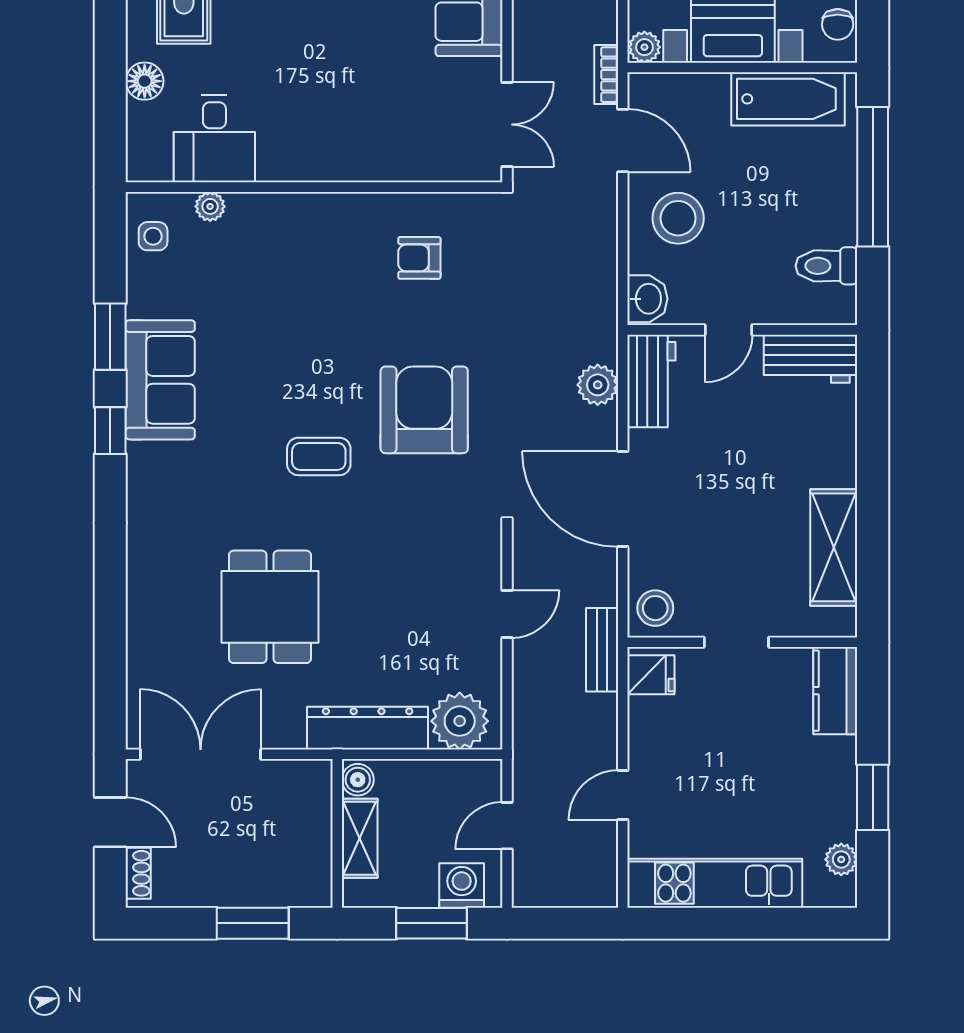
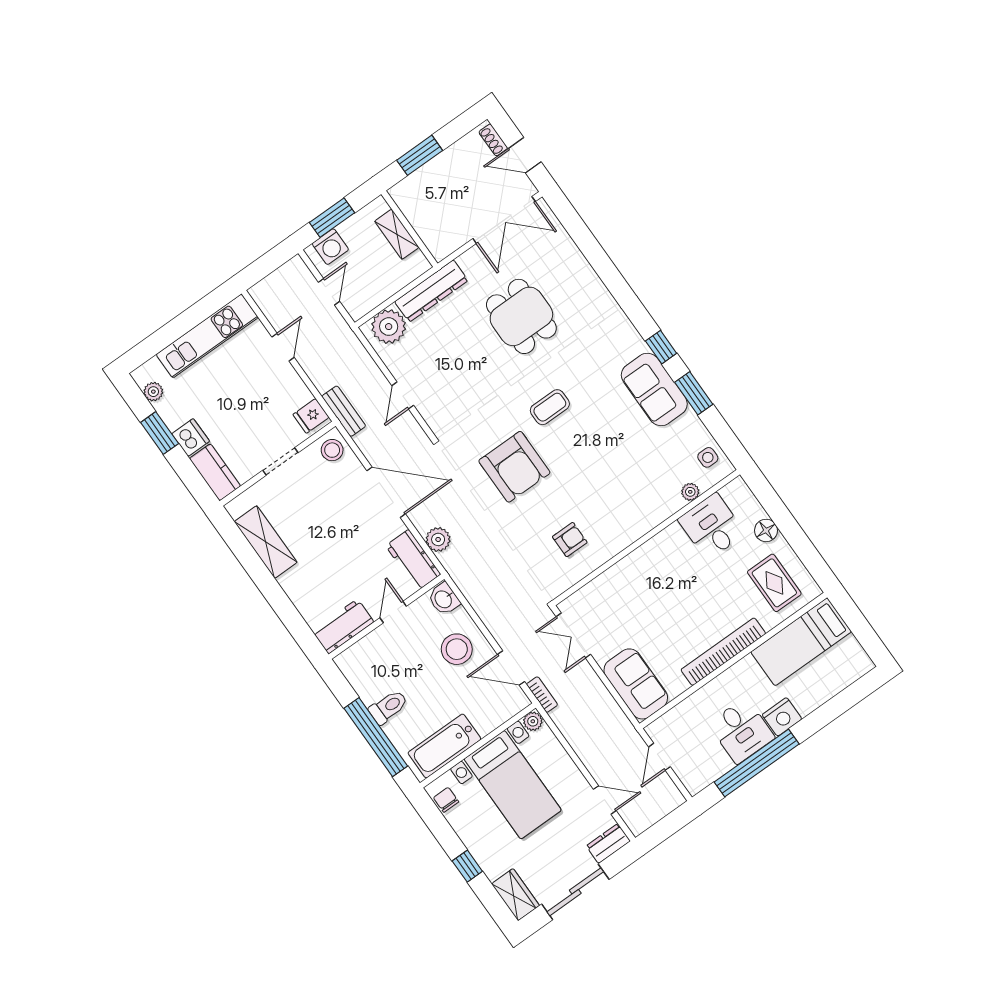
toilet: (826, 266) -> (388, 707), moved
dishwasher: (835, 761) -> (191, 438), added
boiler: (358, 780) -> (418, 262), removed

